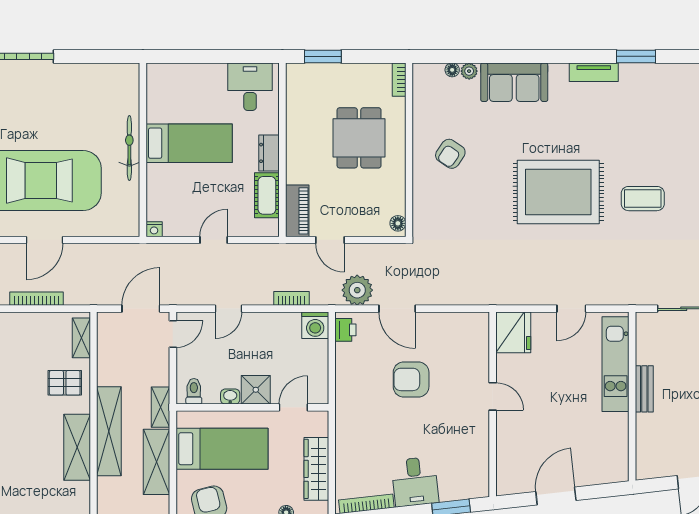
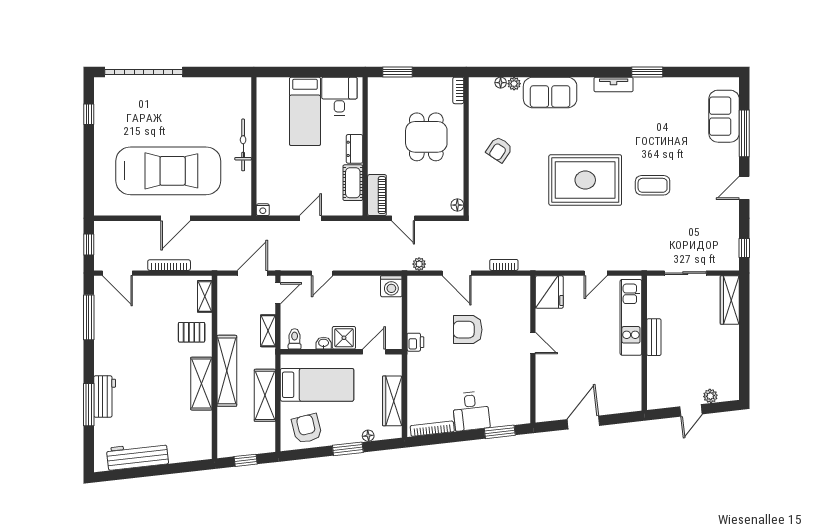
bed: (189, 143) -> (305, 111), moved, turned 90
plant: (357, 290) -> (419, 264), width x0.53, depth x0.53
bookcase: (292, 298) -> (504, 265), moved
printer: (345, 330) -> (415, 342), moved
shelving: (161, 407) -> (268, 331), moved

